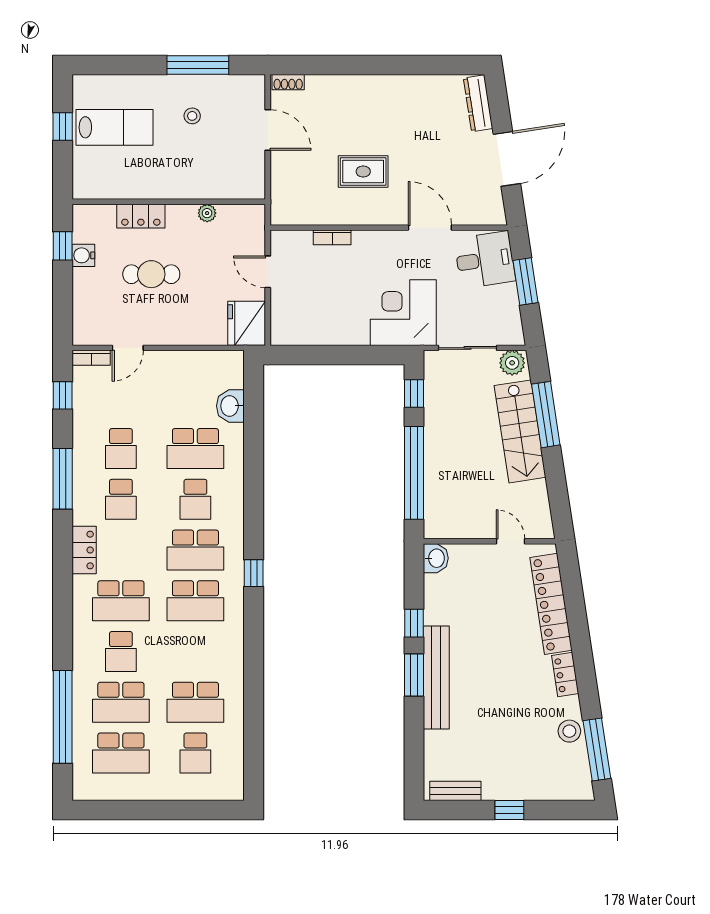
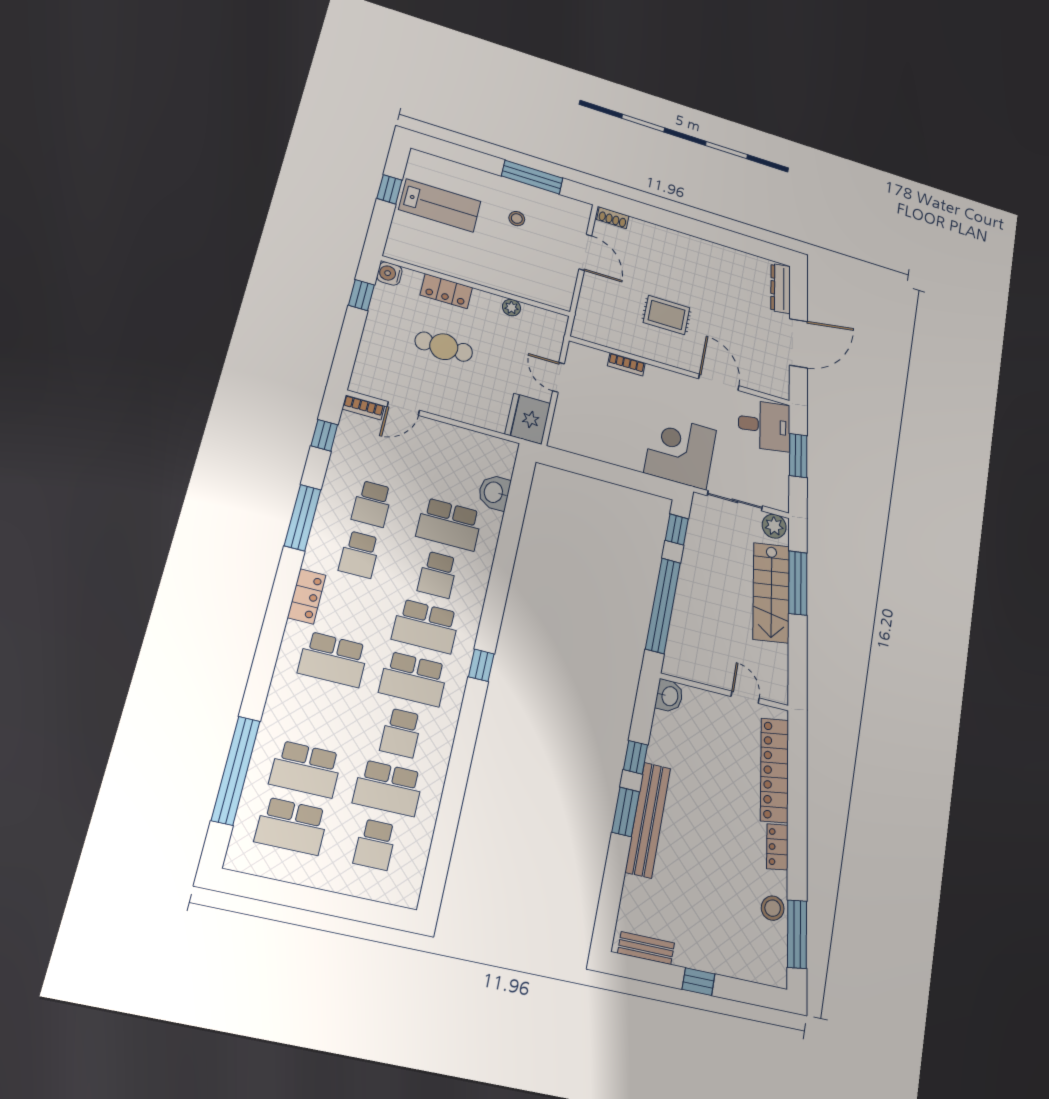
water cooler: (83, 255) -> (389, 274), moved
school desk: (121, 652) -> (401, 733), moved

